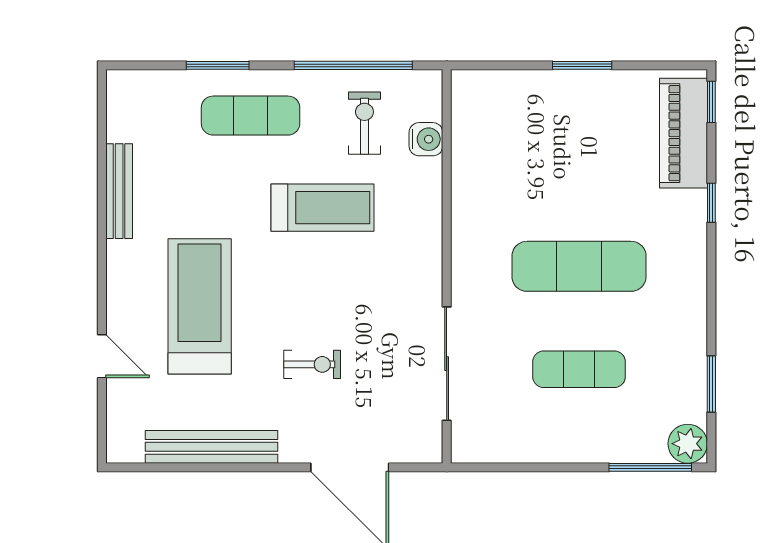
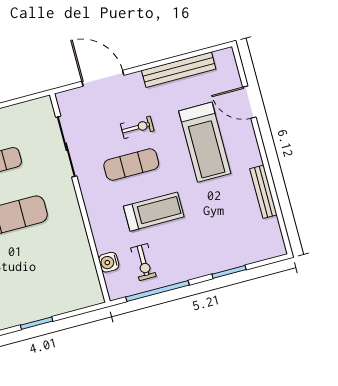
exercise mat: (251, 116) -> (131, 165), moved
treadmill: (322, 208) -> (154, 212), turned 180
door: (102, 356) -> (249, 102), width x1.38
exercise bike: (312, 364) -> (137, 127), turned 180

